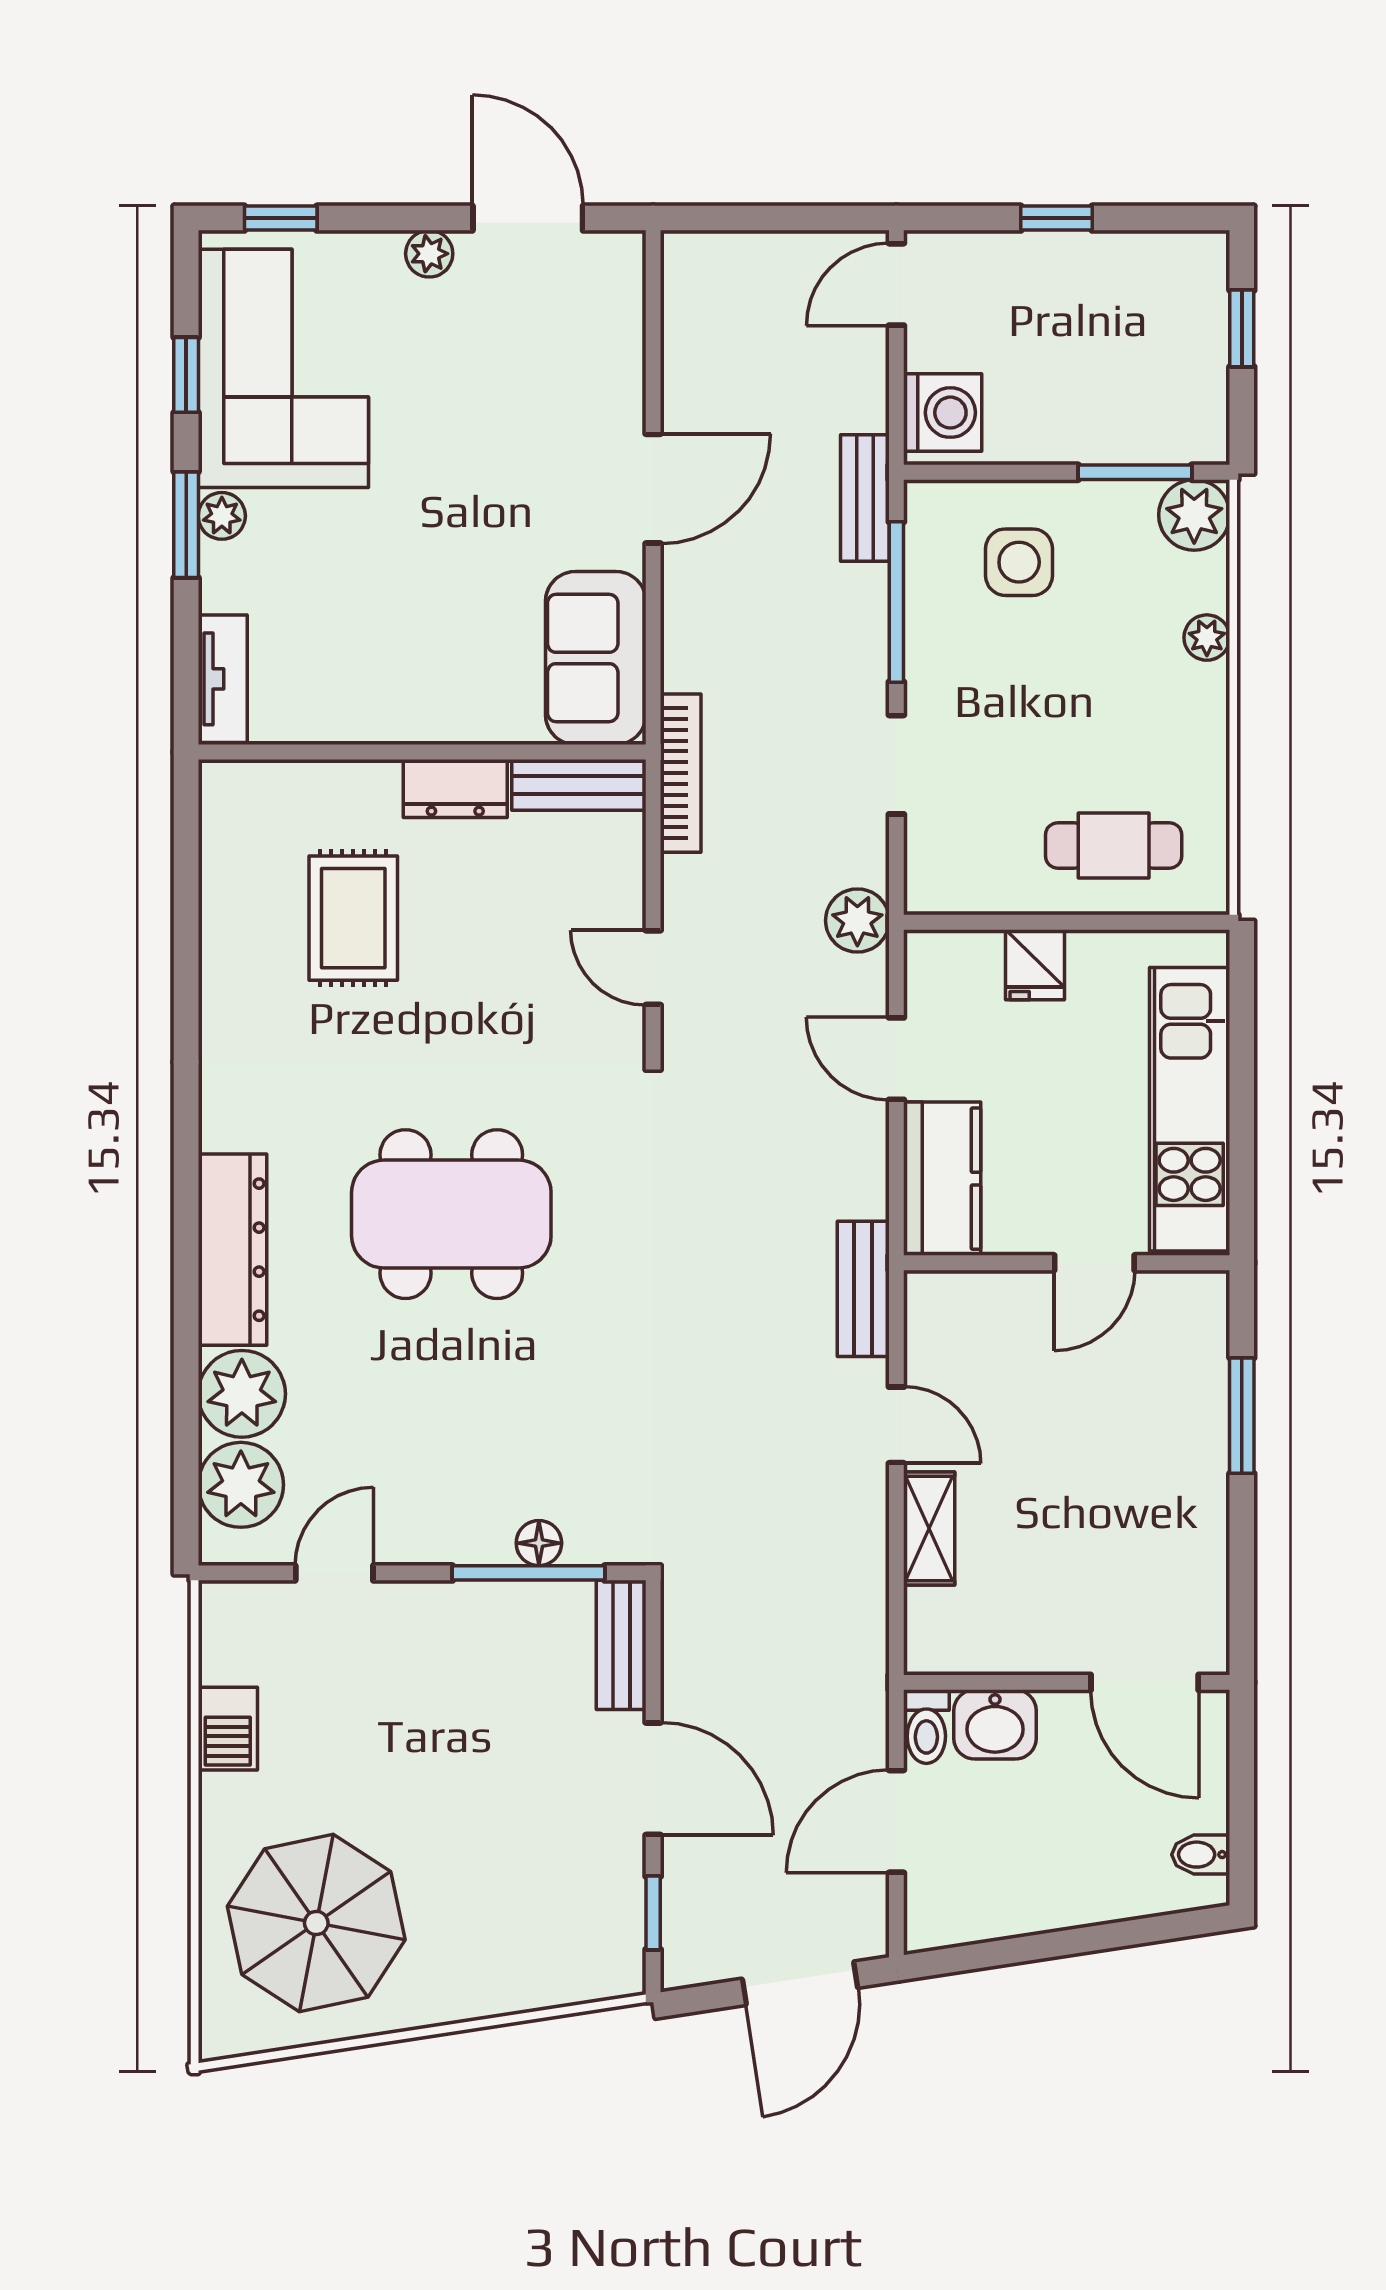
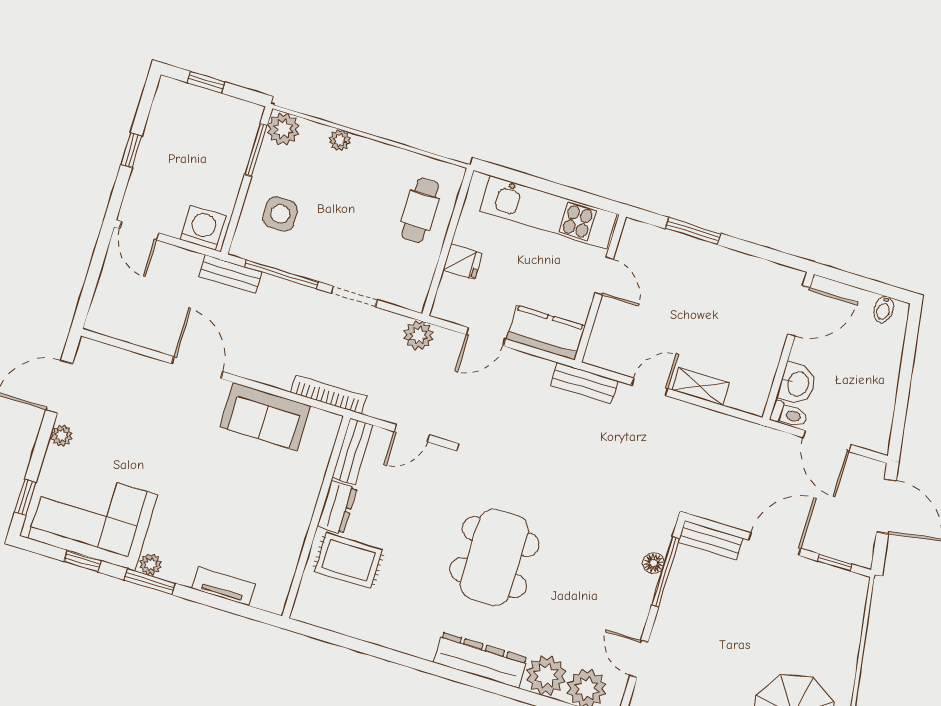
wall: (422, 752) -> (316, 517), moved
bench: (579, 785) -> (352, 451), moved
dresser: (455, 788) -> (337, 507), moved

